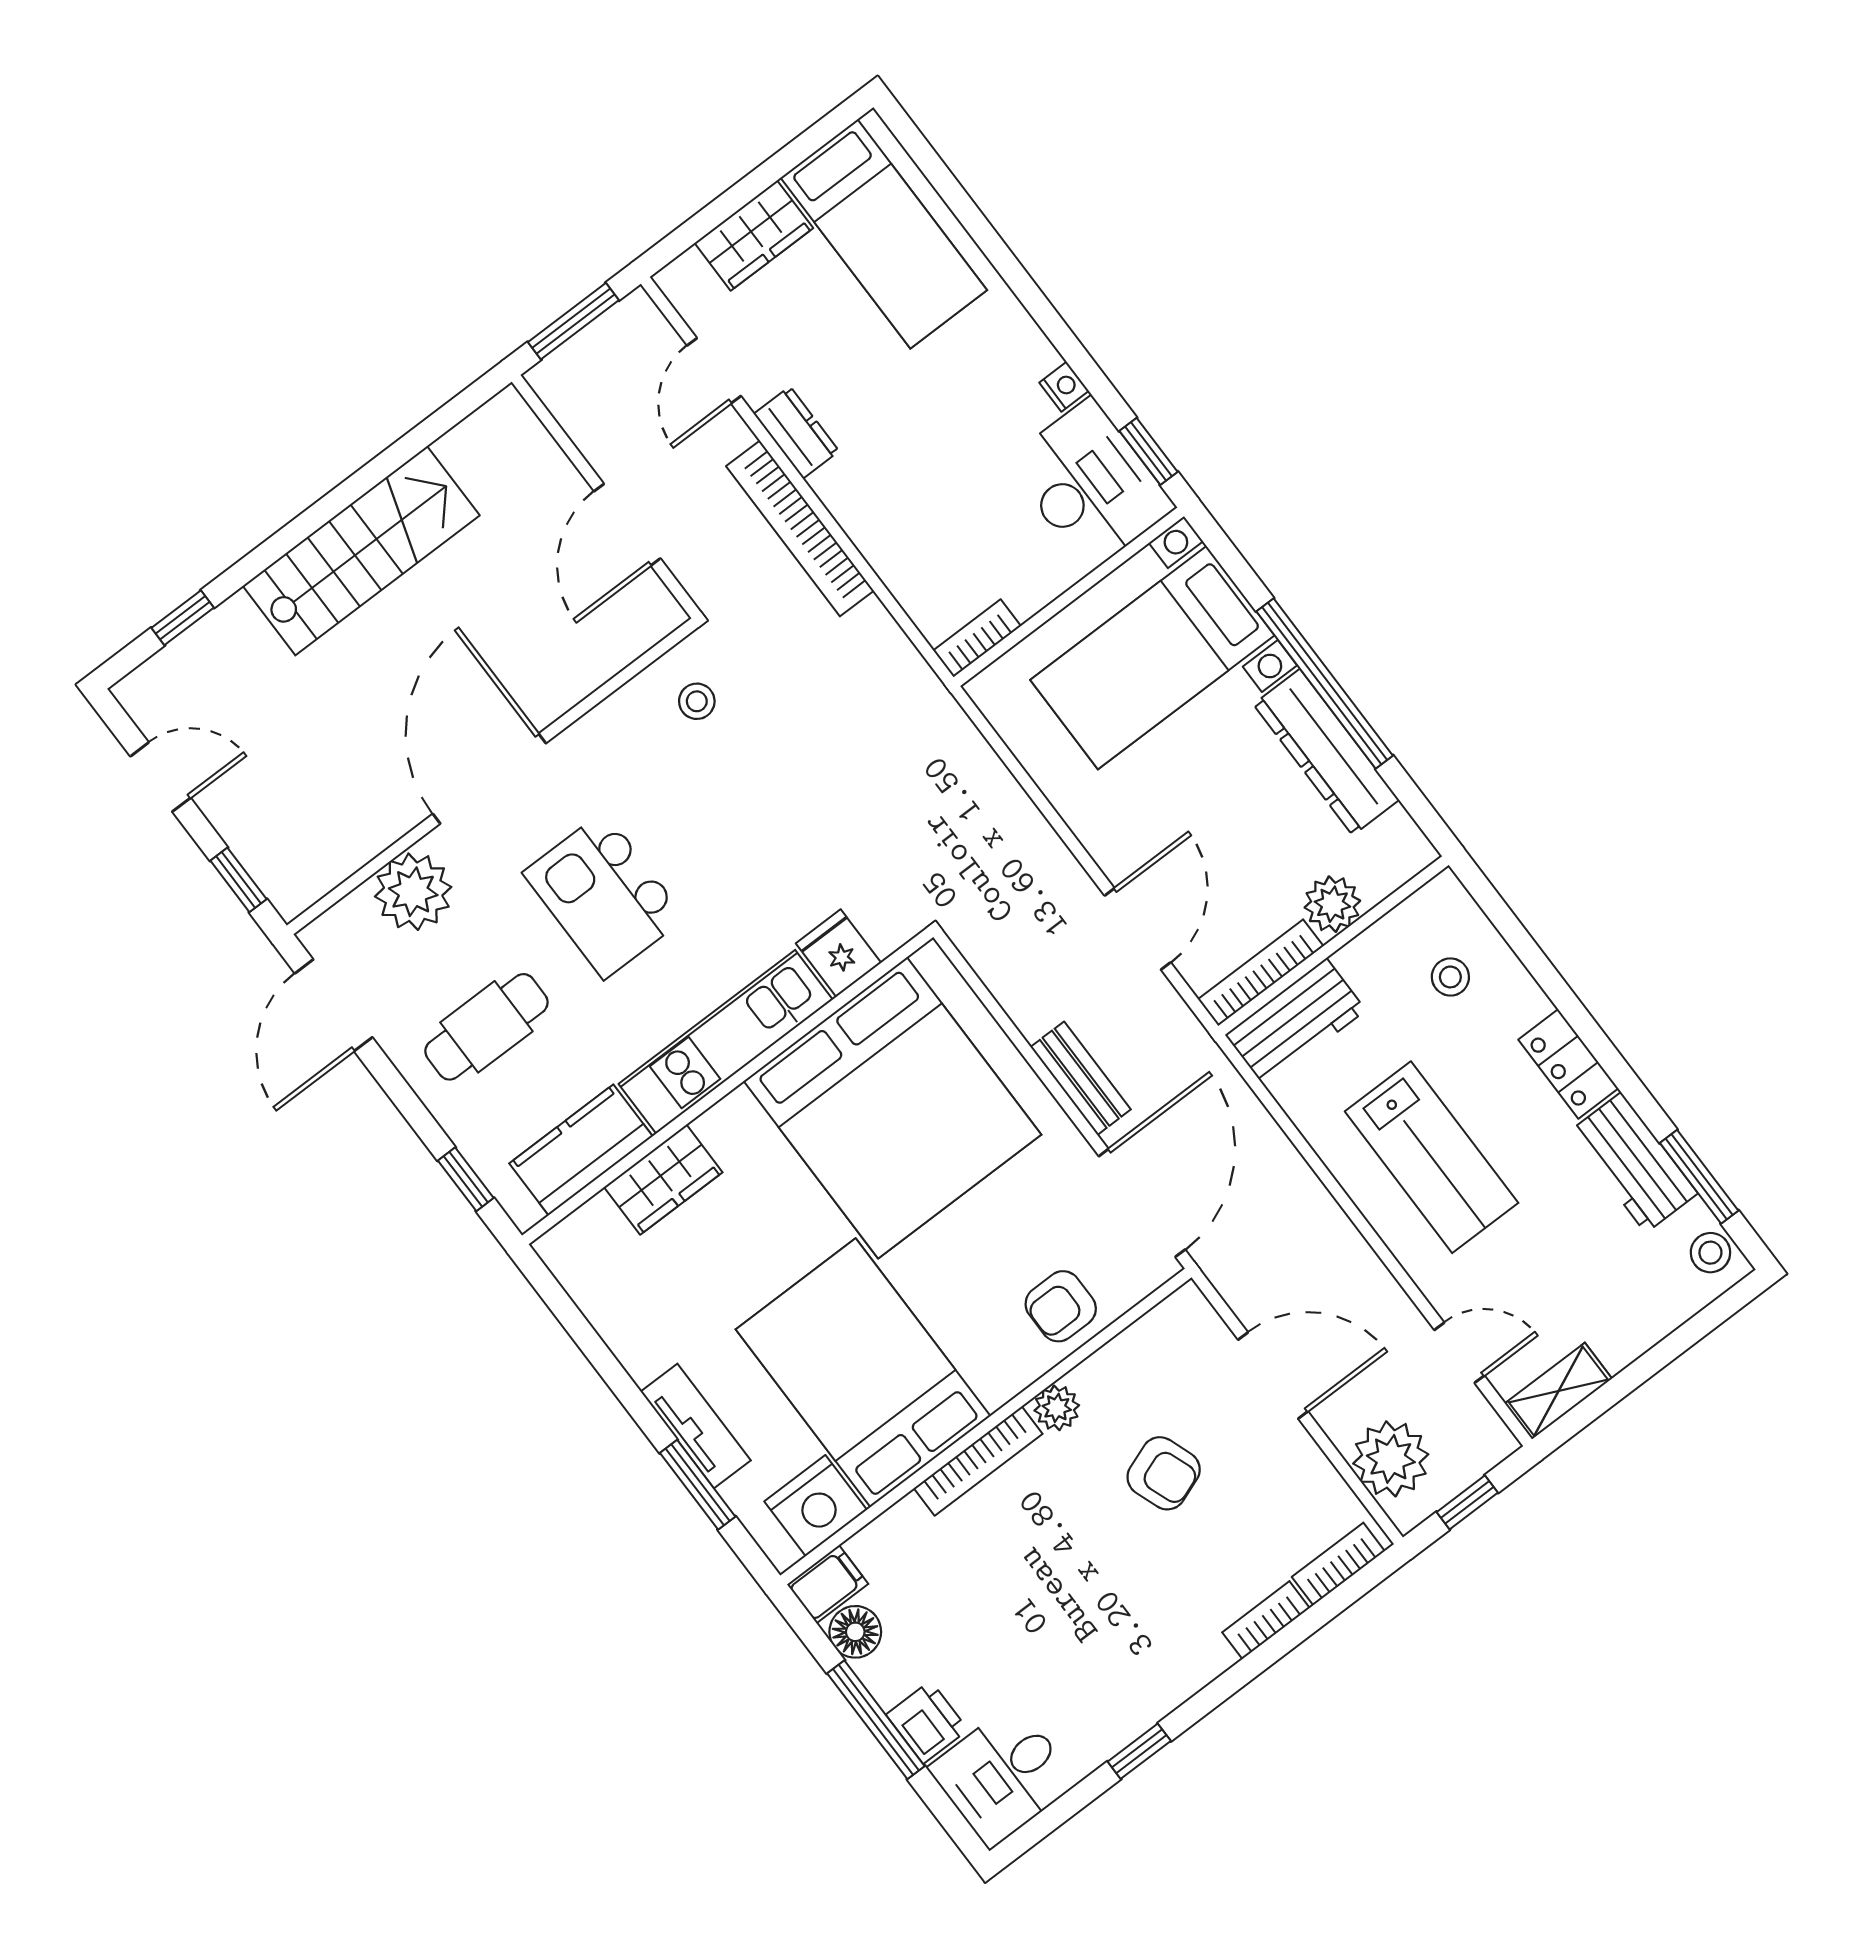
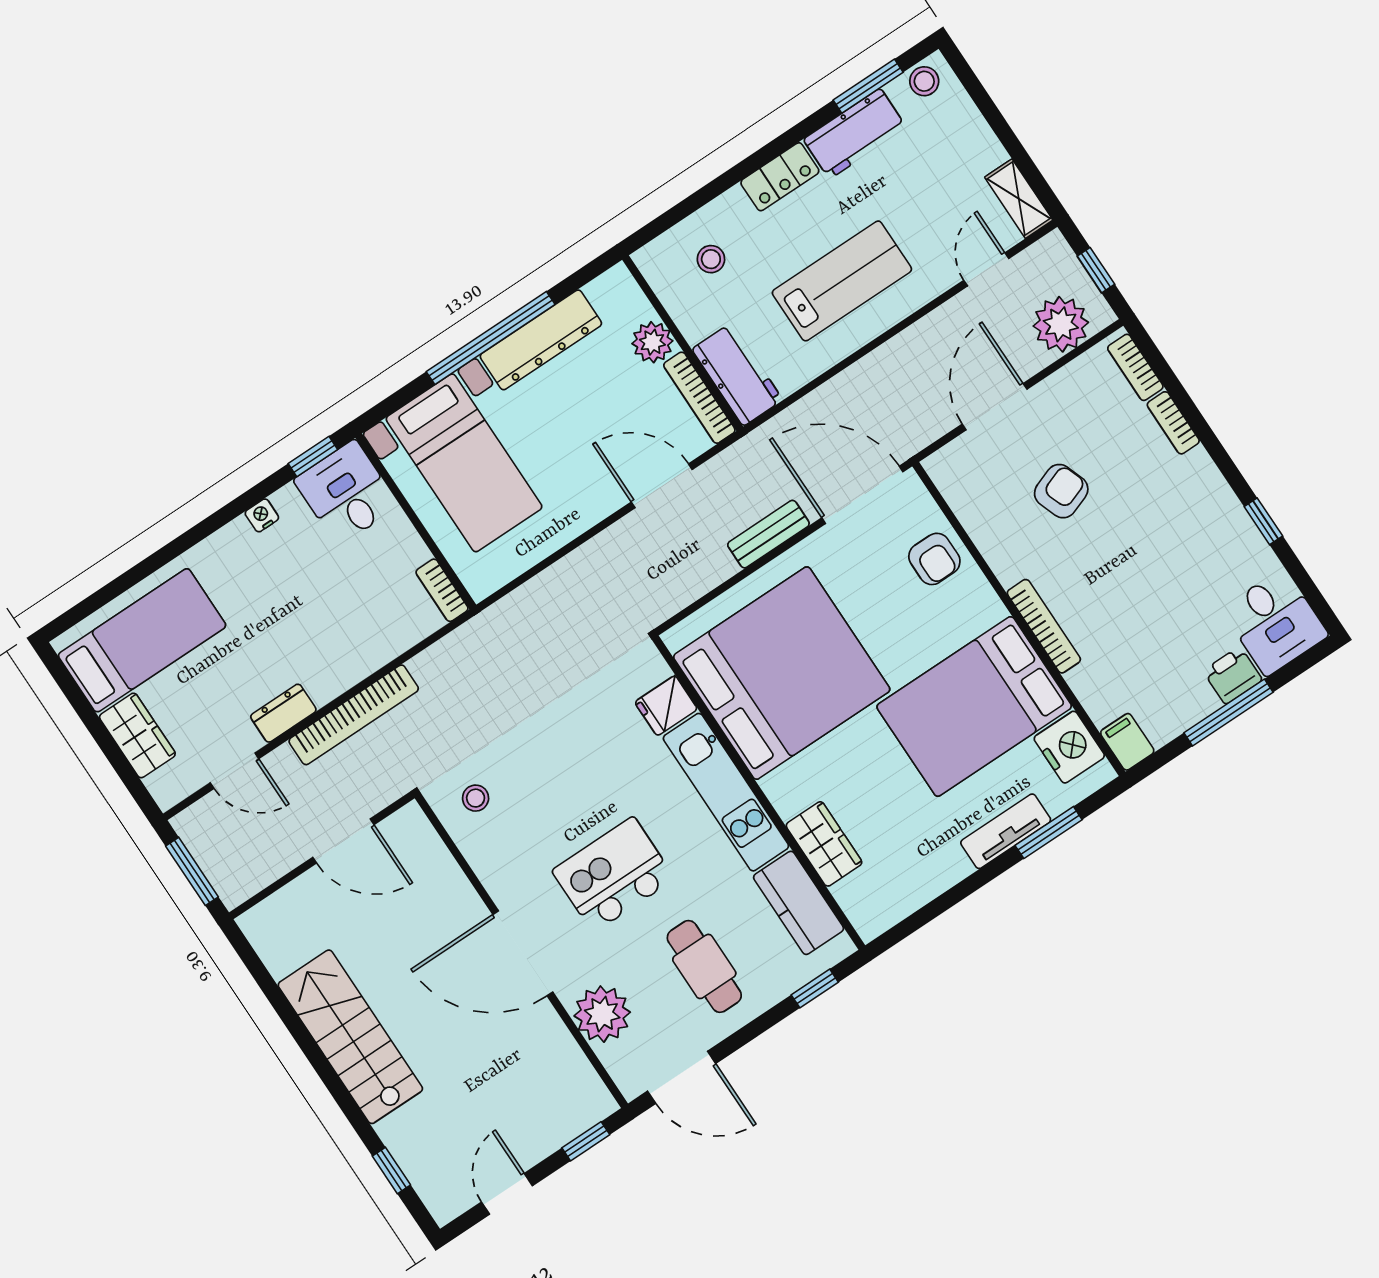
desk: (1090, 485) -> (346, 493), width x0.73
kitchen island: (604, 895) -> (613, 875), turned 180
plant: (1057, 1408) -> (1009, 566), removed
floor lamp: (855, 1632) -> (1163, 724), removed

